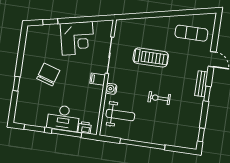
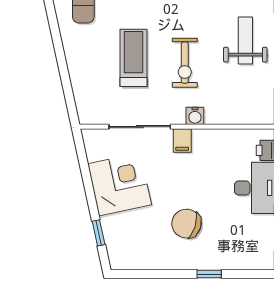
exercise bike: (159, 98) -> (185, 63), moved, width x1.38, depth x1.39
weight bench: (120, 115) -> (245, 40), moved

